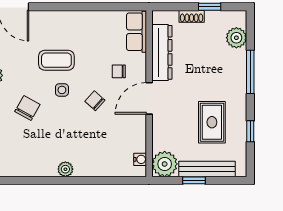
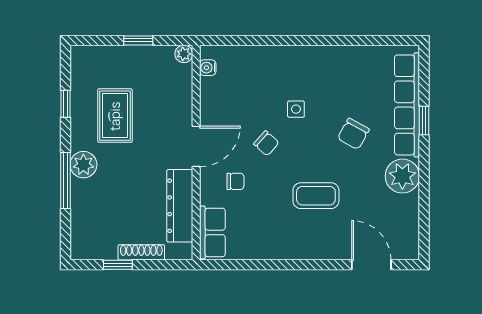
shoe rack: (192, 16) -> (141, 252), width x1.43
plant: (236, 38) -> (83, 165), moved
side table: (62, 90) -> (296, 109), moved
plant: (165, 164) -> (184, 54), width x0.53, depth x0.53
plant: (65, 169) -> (304, 55), removed
bench: (207, 169) -> (121, 55), removed

